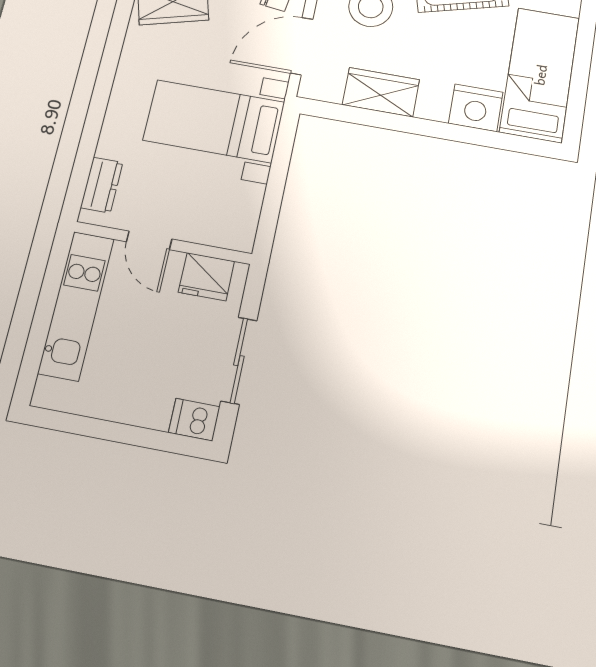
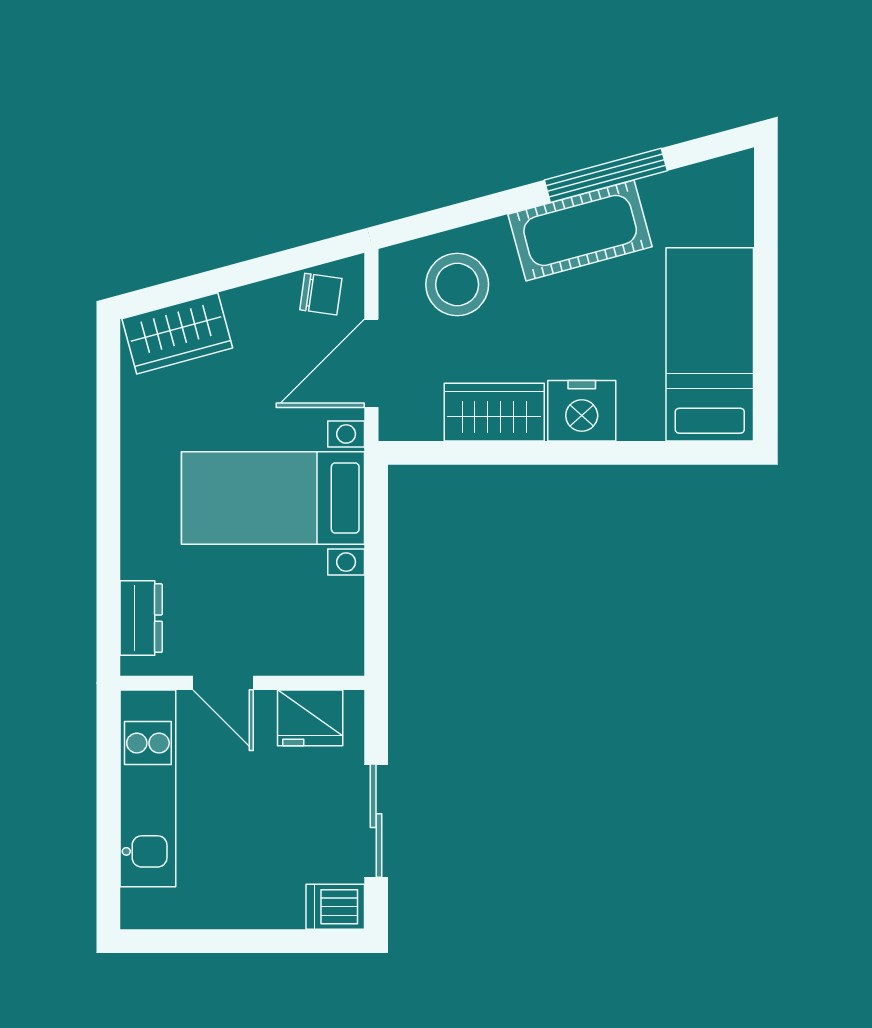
nightstand: (476, 108) -> (582, 411), moved

